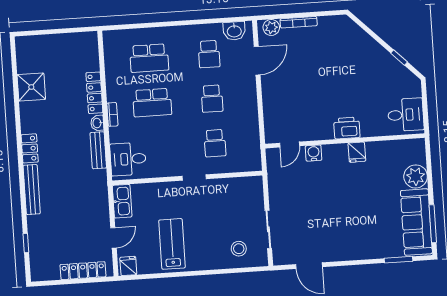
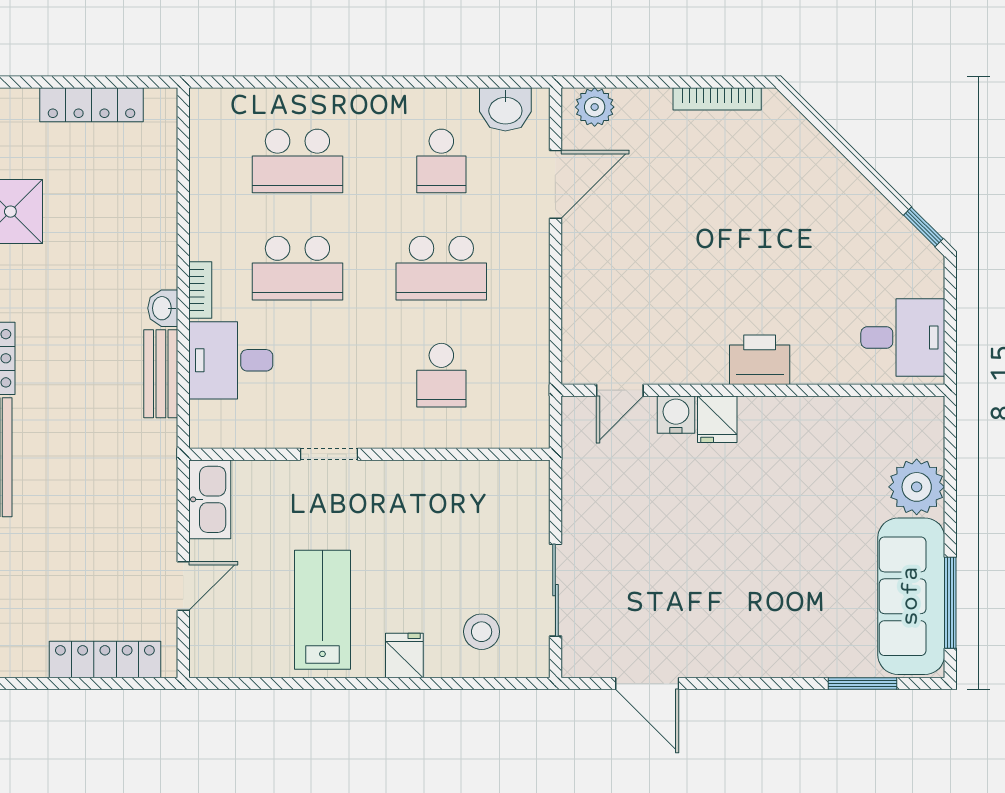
bookcase: (299, 22) -> (717, 99), moved
window: (399, 58) -> (923, 227), moved
locker: (94, 93) -> (91, 105), moved, turned -90
school desk: (212, 99) -> (441, 268), width x1.85
fridge: (357, 152) -> (717, 419), moved
desk: (128, 159) -> (231, 360), moved
doorway: (194, 178) -> (329, 454), moved
fridge: (128, 266) -> (404, 656), moved

